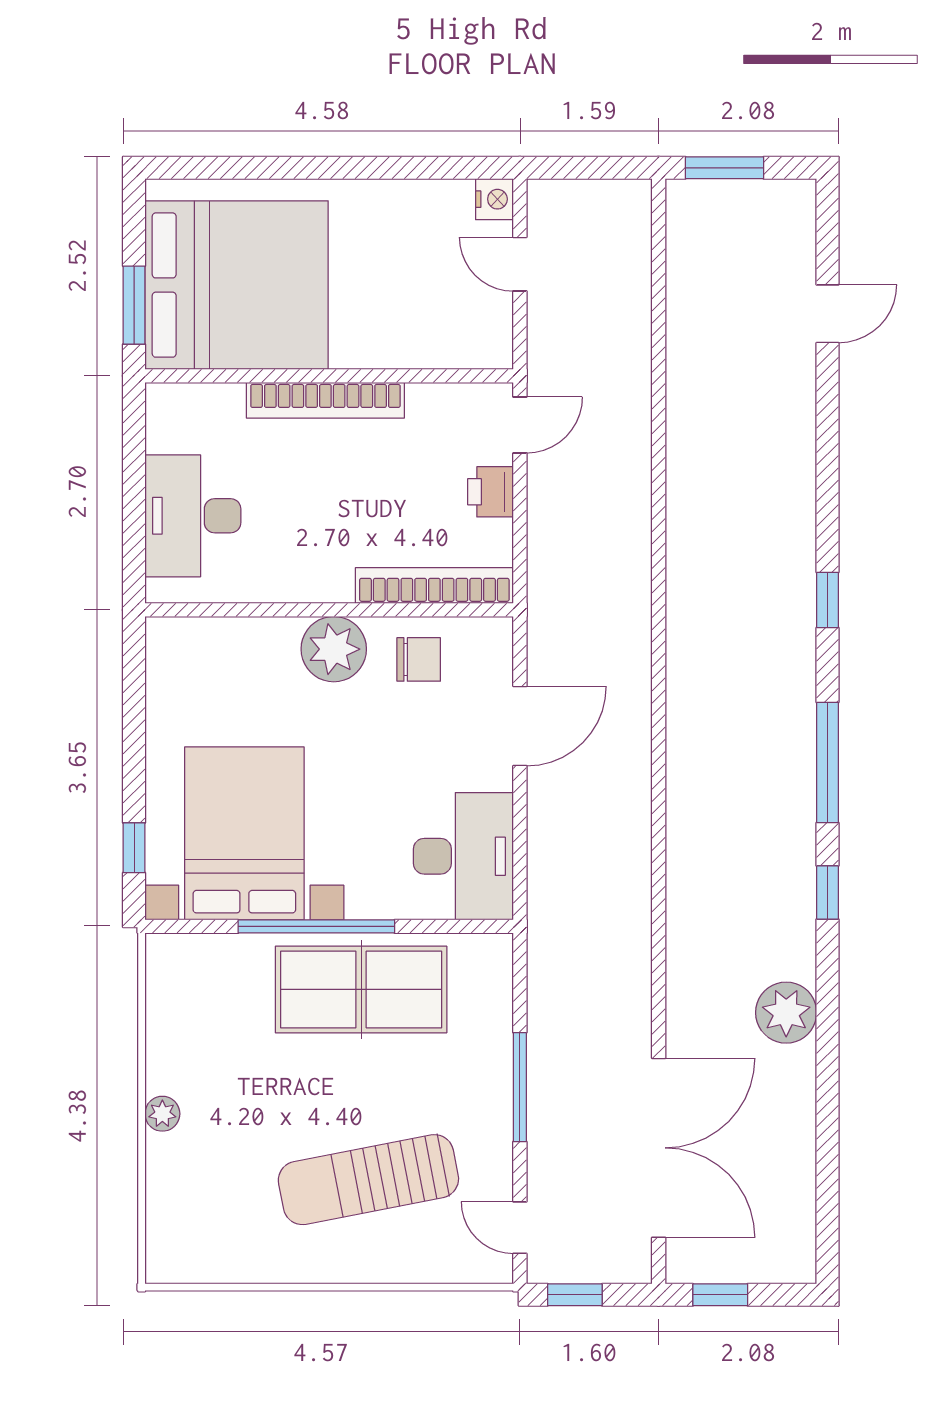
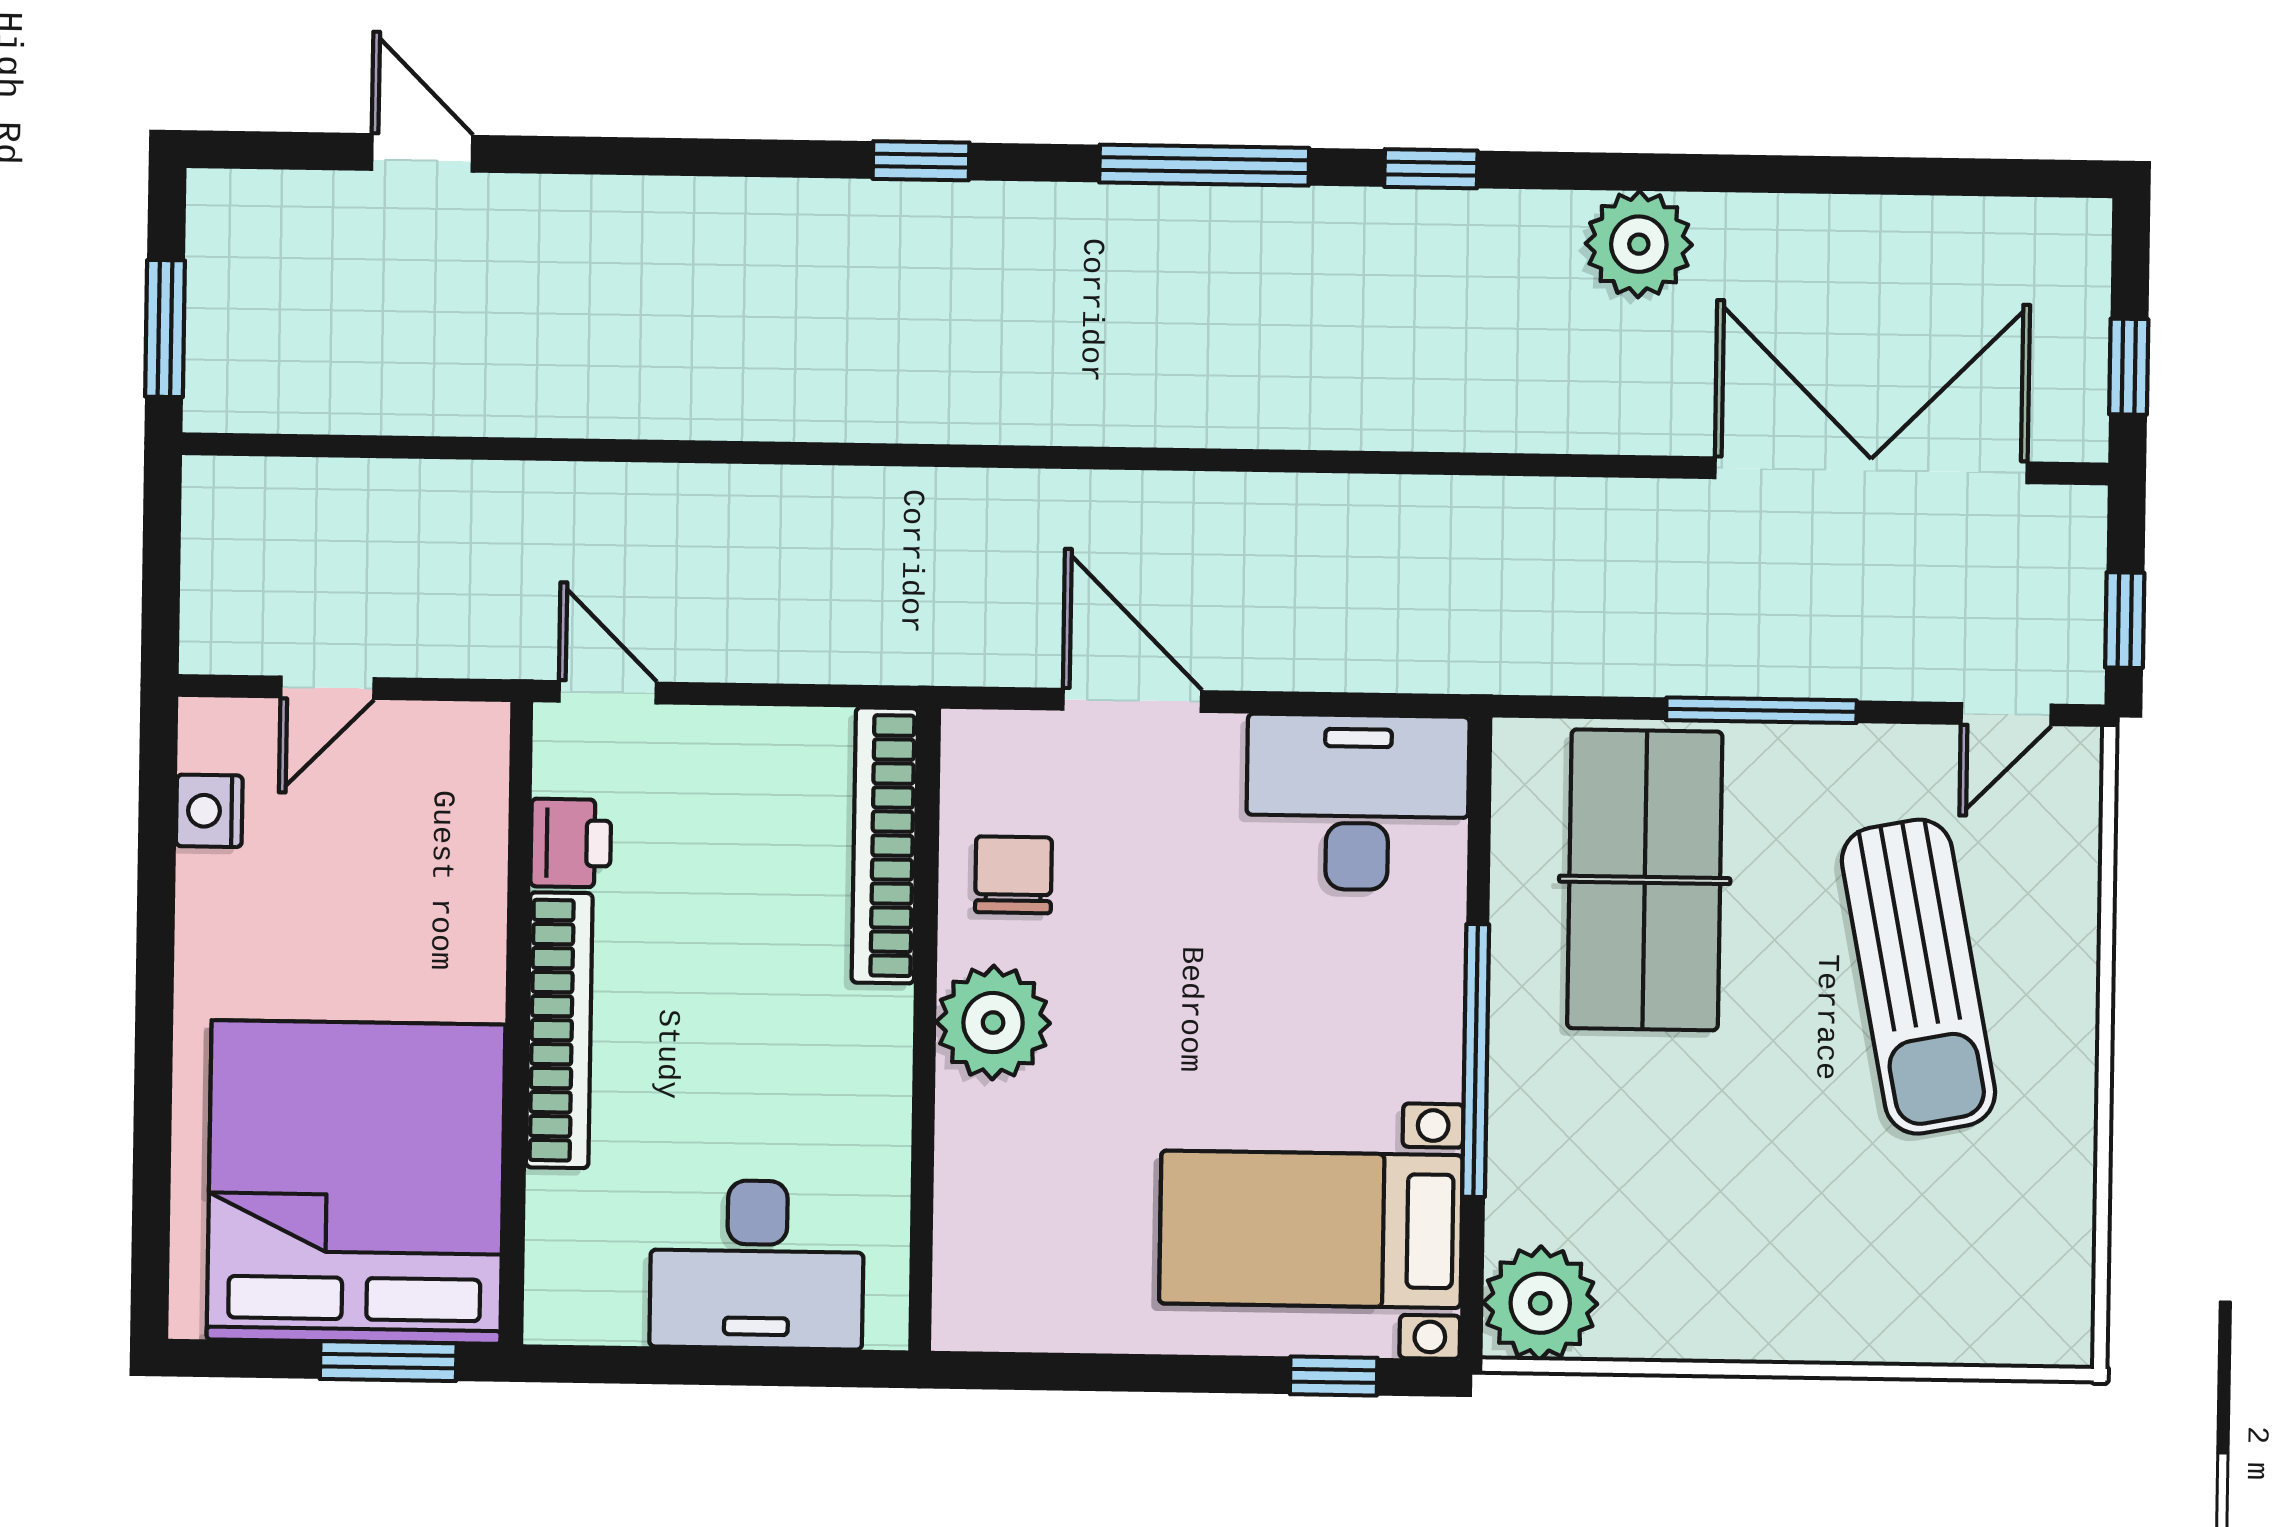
nightstand: (494, 199) -> (209, 811), moved, turned -90
printer: (490, 492) -> (571, 843), moved, turned -90
bed with nightstands: (244, 833) -> (1311, 1229), width x0.73
table tennis table: (361, 989) -> (1645, 880), moved
plant: (162, 1114) -> (1540, 1303), moved, width x1.88, depth x1.88

